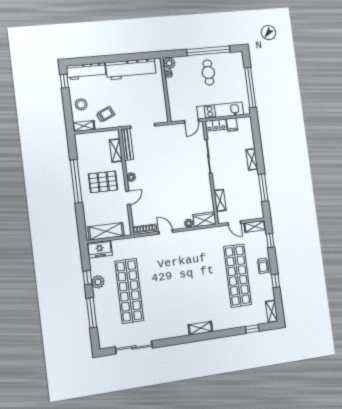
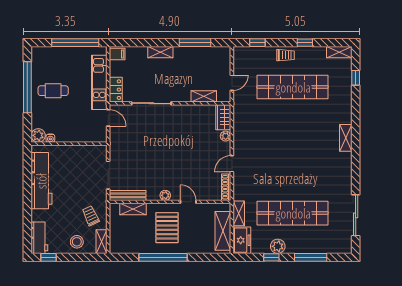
workbench: (86, 71) -> (39, 238), width x0.73
filing cabinet: (232, 125) -> (117, 54), moved
shelving: (255, 226) -> (239, 213), moved

